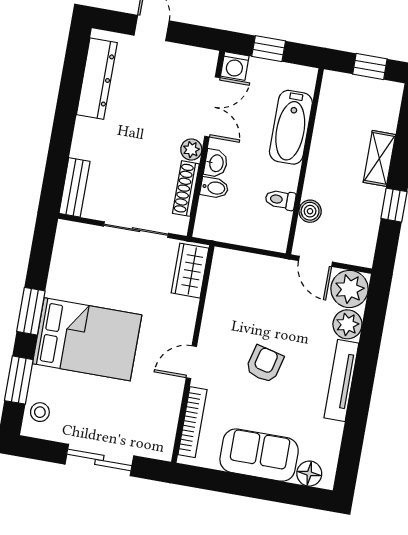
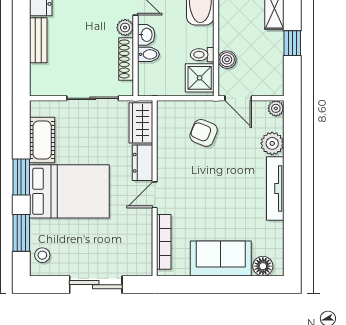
bench: (74, 187) -> (38, 40), moved
shower: (272, 228) -> (200, 78), added
cot: (65, 270) -> (42, 140), added
plant: (350, 289) -> (276, 108), width x0.53, depth x0.53
dresser: (183, 320) -> (142, 163), added
armchair: (264, 364) -> (204, 133), moved, turned -82

